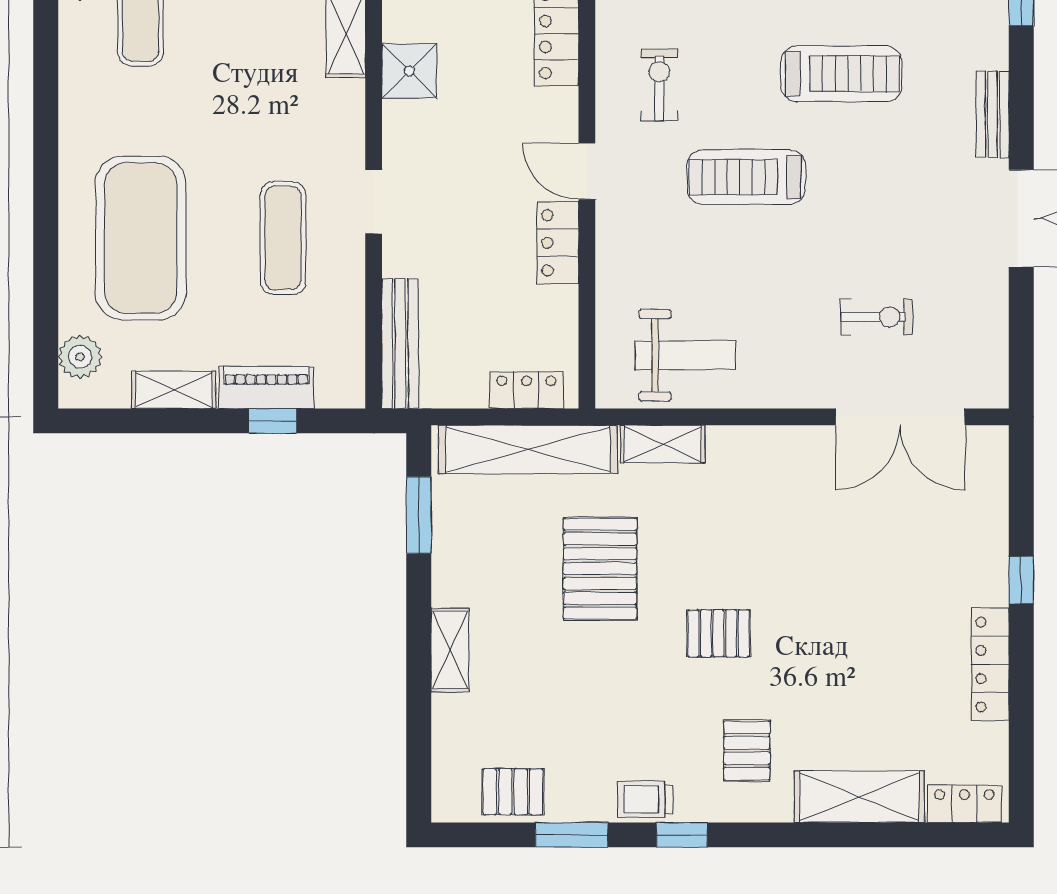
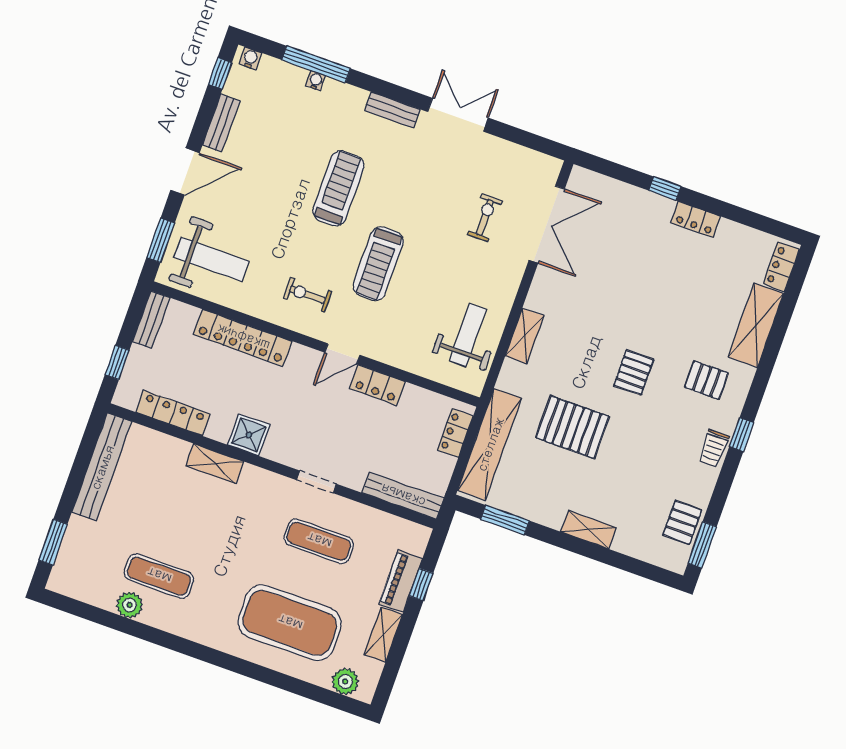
shelving: (663, 444) -> (525, 336), moved
locker: (990, 665) -> (696, 219), width x0.66
window: (572, 835) -> (702, 545), moved

